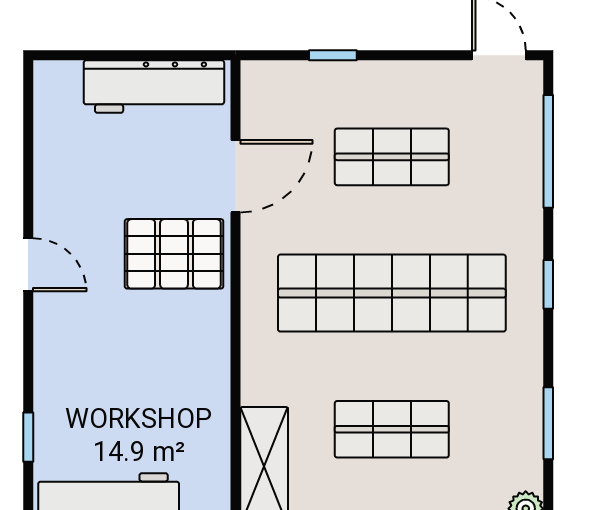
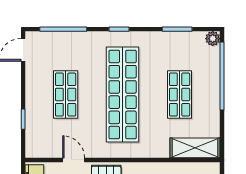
door: (235, 176) -> (74, 160), width x0.73

